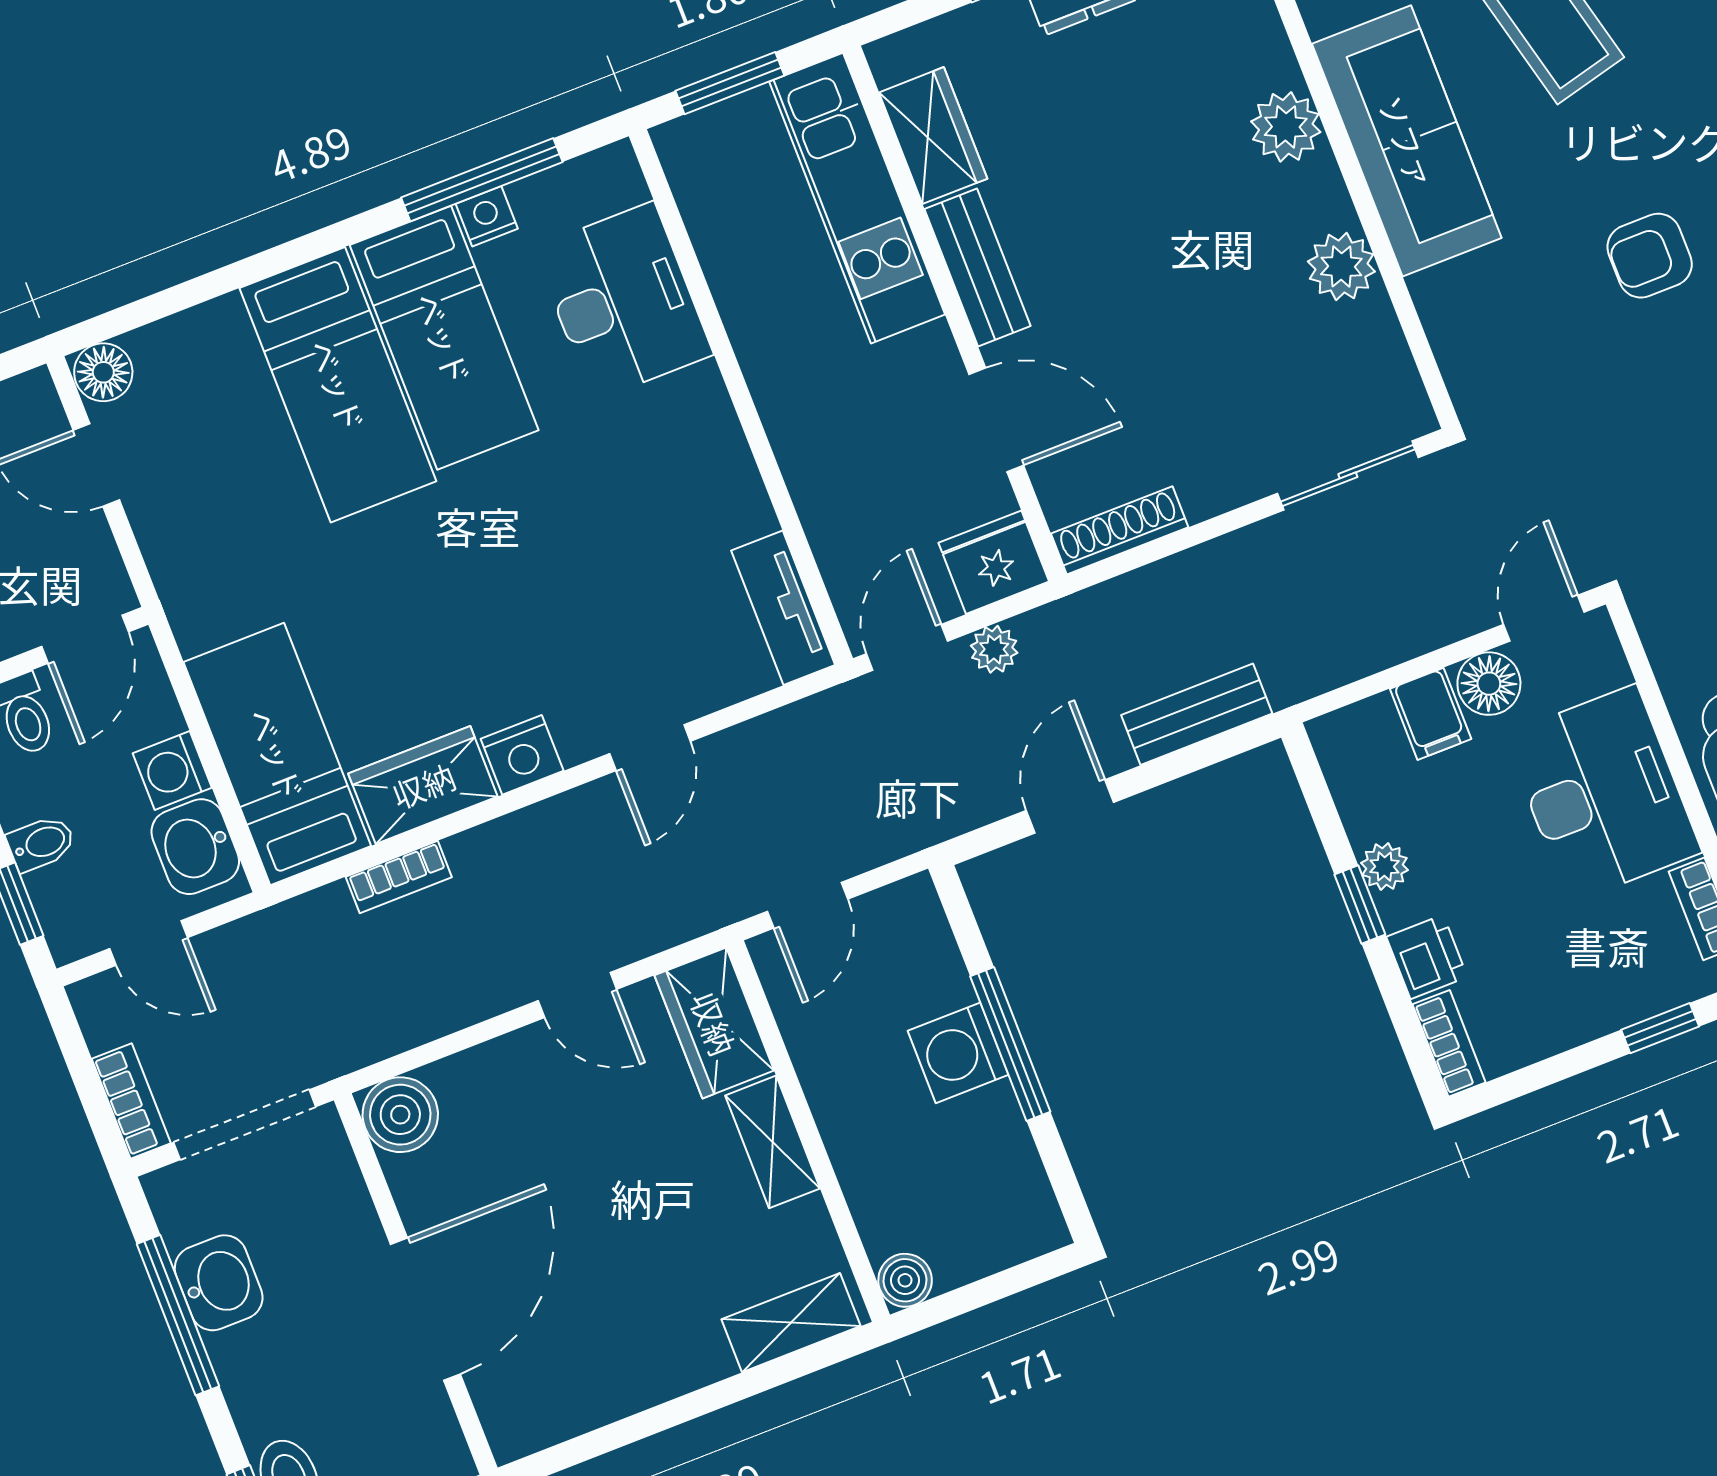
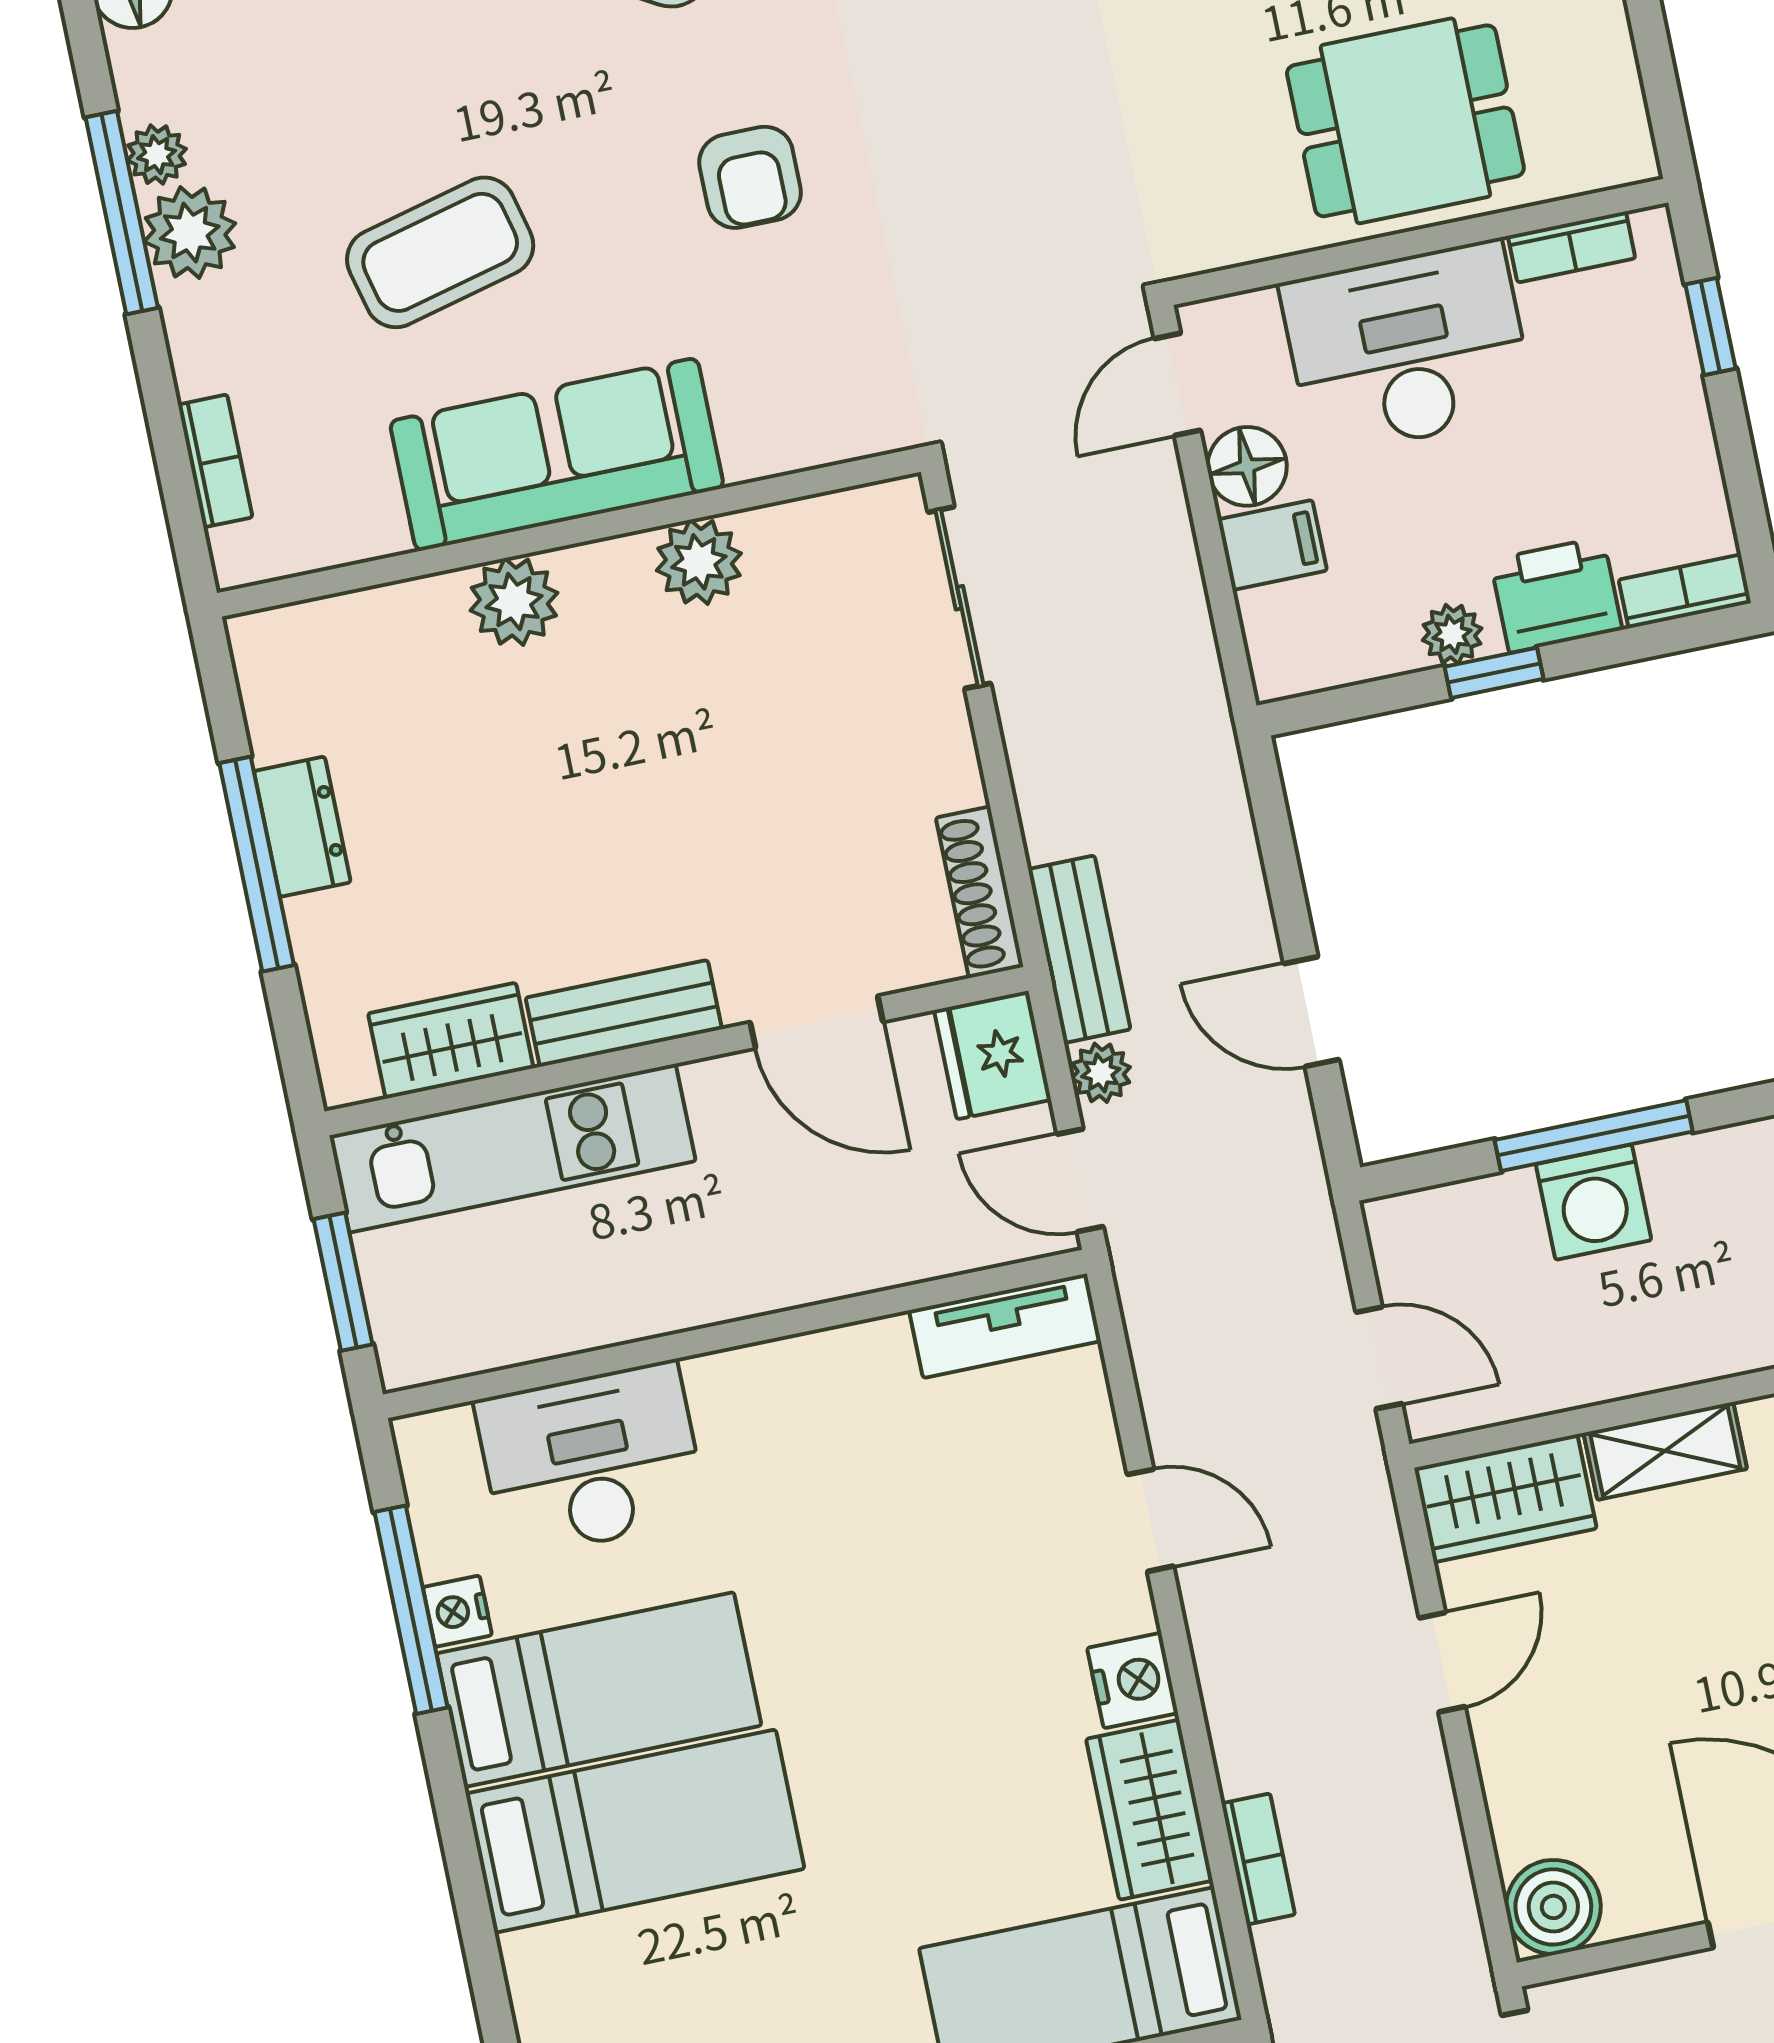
door: (996, 420) -> (817, 1022), swing flipped
door: (1544, 618) -> (1177, 384), hinge flipped
bench: (1197, 714) -> (1079, 949), moved
printer: (1427, 957) -> (1556, 595), width x1.36, depth x1.24

